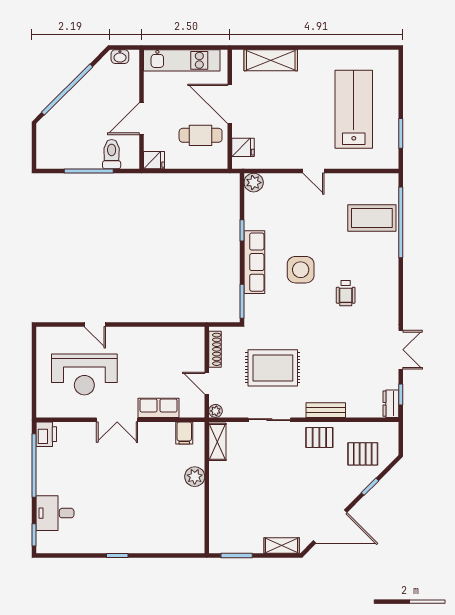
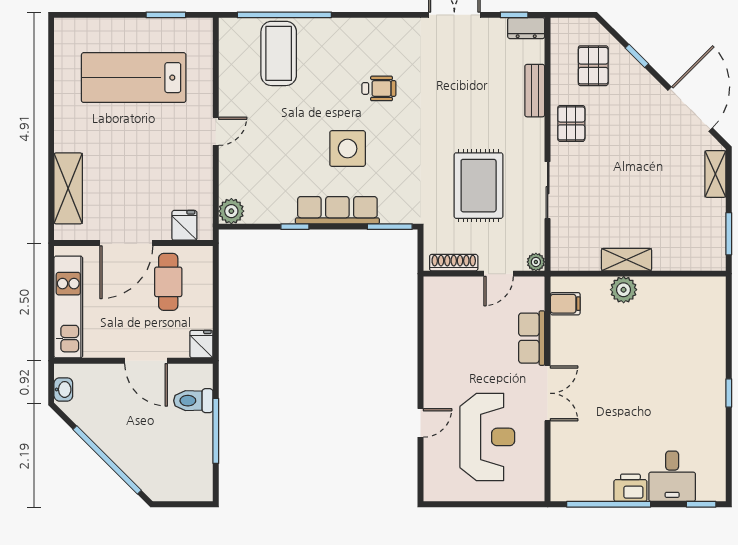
bench: (326, 410) -> (535, 91), moved
printer: (46, 434) -> (630, 488), moved
shelving: (217, 442) -> (626, 260), moved

